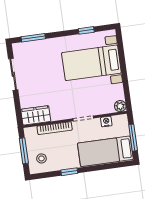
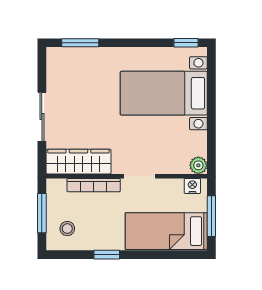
window: (86, 30) -> (186, 43), moved
sliding door: (13, 74) -> (42, 117), moved
wardrobe: (36, 115) -> (78, 162), width x1.50
nightstand: (106, 122) -> (192, 186), moved

